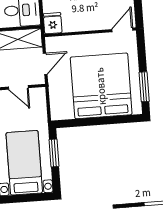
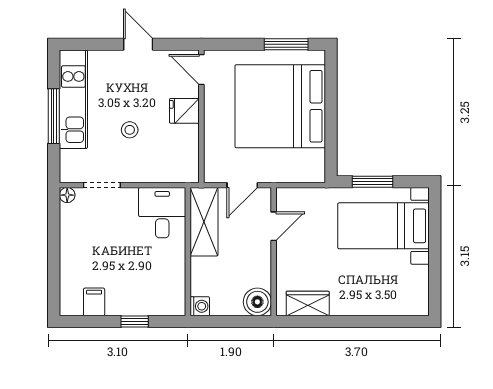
fridge: (53, 23) -> (184, 111), moved
door: (45, 64) -> (242, 185), swing flipped

